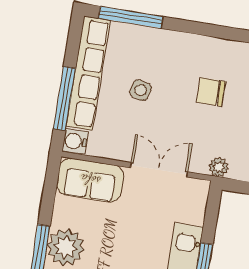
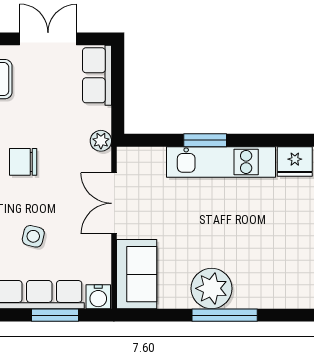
chair: (211, 92) -> (23, 162), turned 90
window: (64, 99) -> (55, 315), width x0.69

